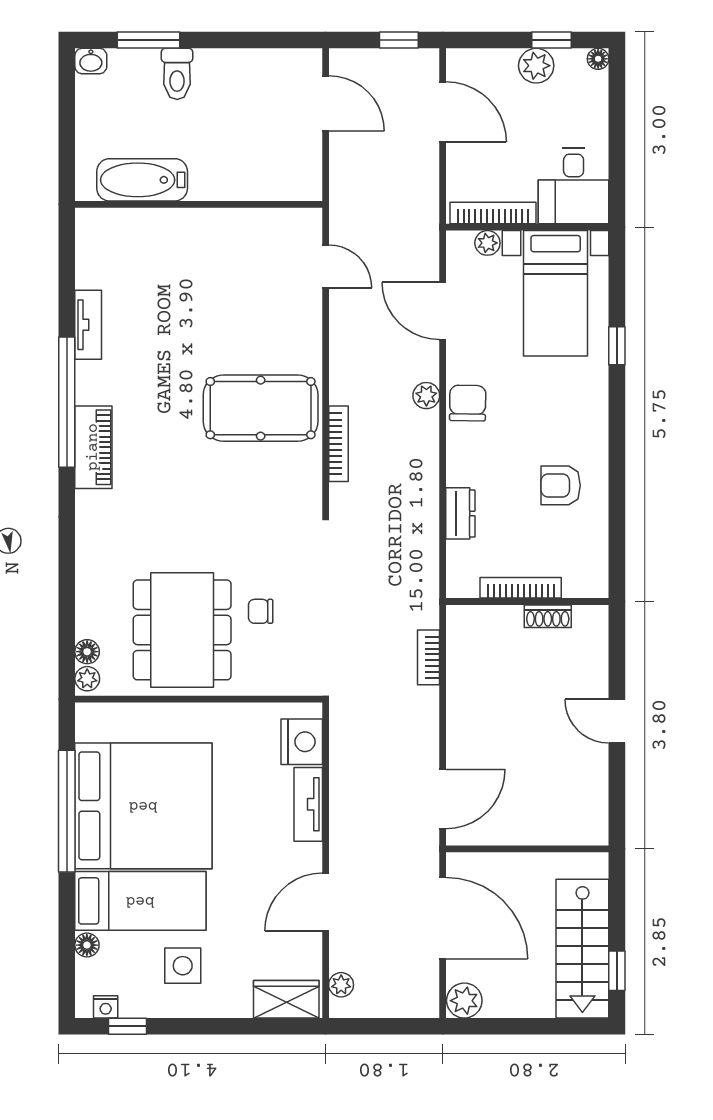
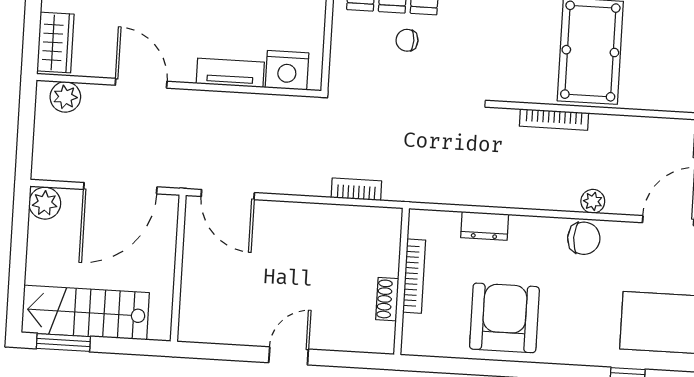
armchair: (561, 485) -> (504, 318), width x1.88, depth x1.88
chair: (261, 611) -> (407, 40), turned -90
window: (617, 971) -> (63, 342), width x1.50
plant: (341, 985) -> (65, 97), width x1.38, depth x1.38

